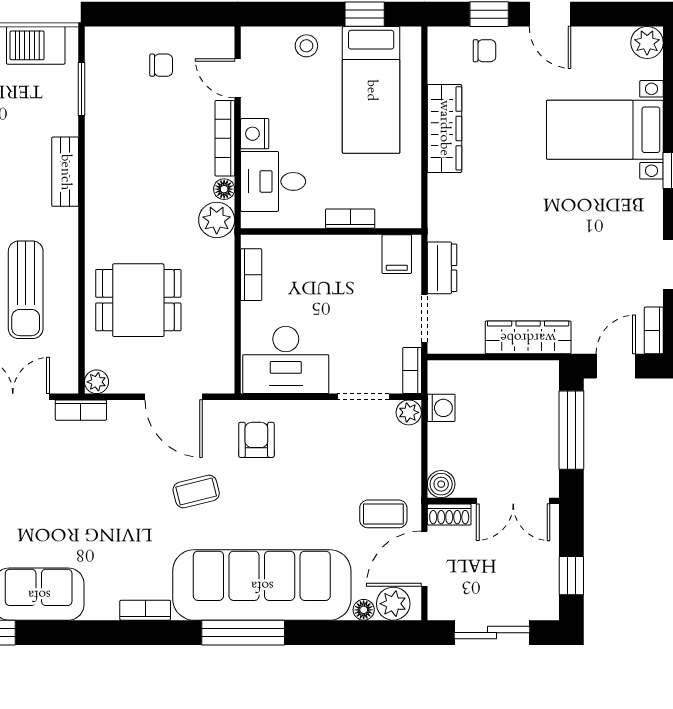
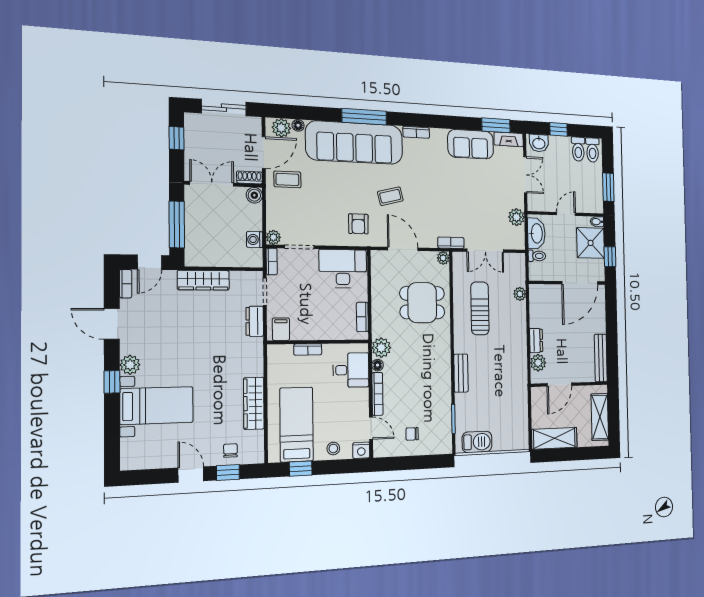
plant: (647, 43) -> (130, 365), moved
chair: (484, 51) -> (230, 450), turned 90
nightstand: (255, 134) -> (361, 450), moved, turned 90

